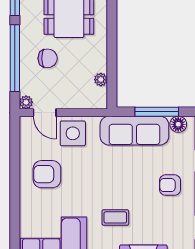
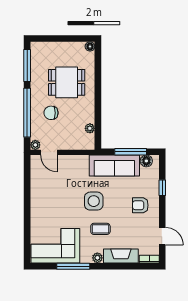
chair: (48, 58) -> (51, 113), turned 180
side table: (73, 133) -> (94, 201), moved
armchair: (47, 174) -> (51, 197), removed

